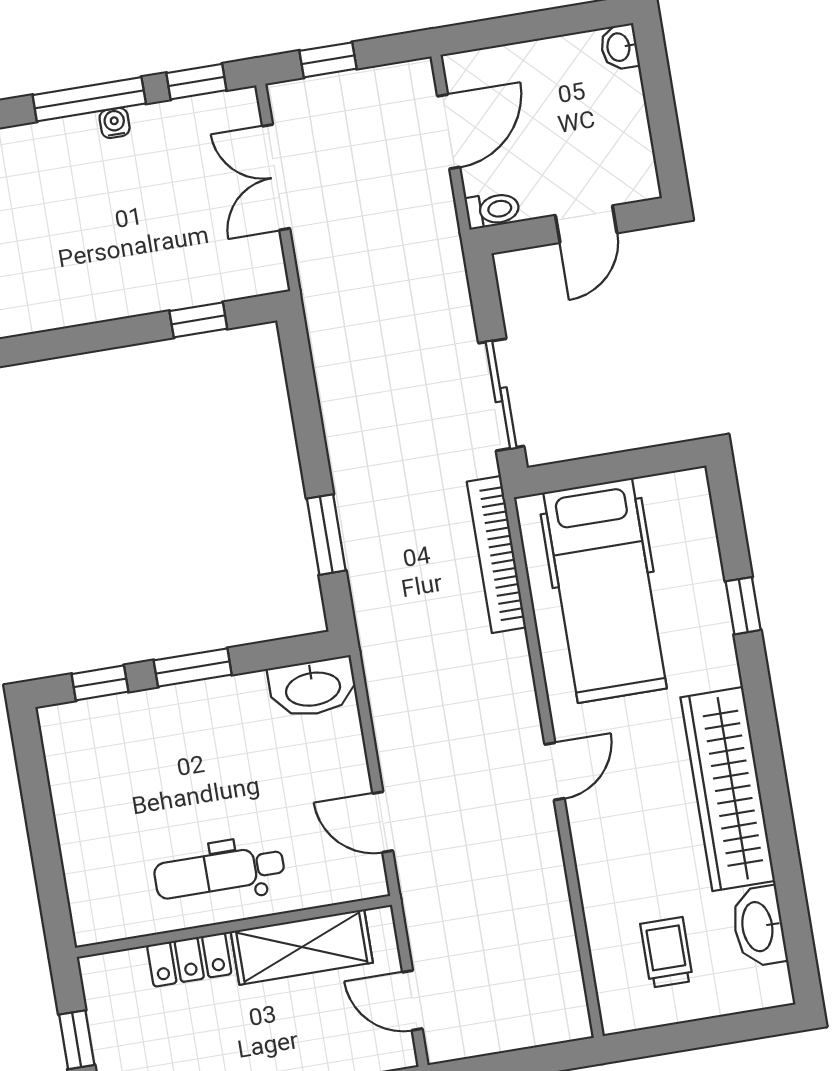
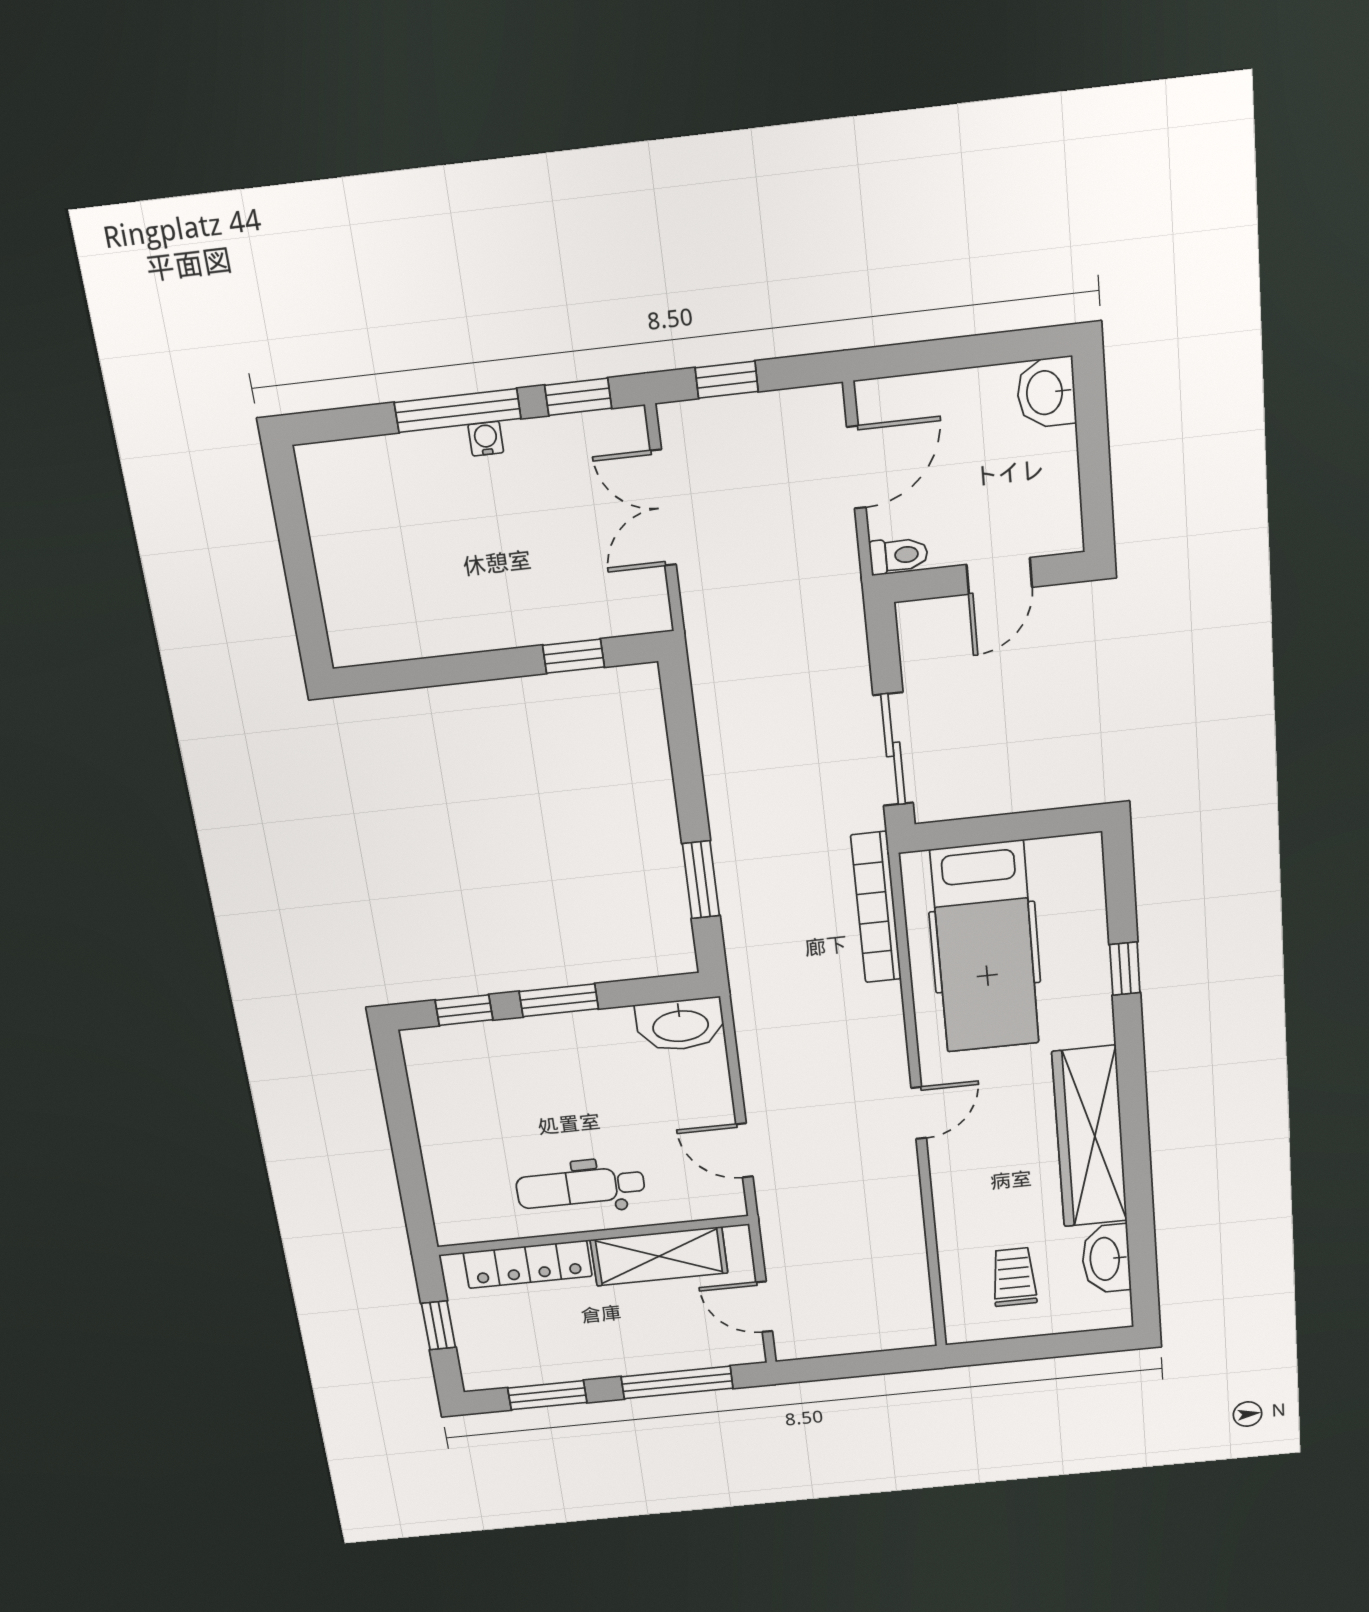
washbasin: (619, 47) -> (1046, 392), width x1.38, depth x1.45
locker: (189, 960) -> (528, 1264), width x1.53

